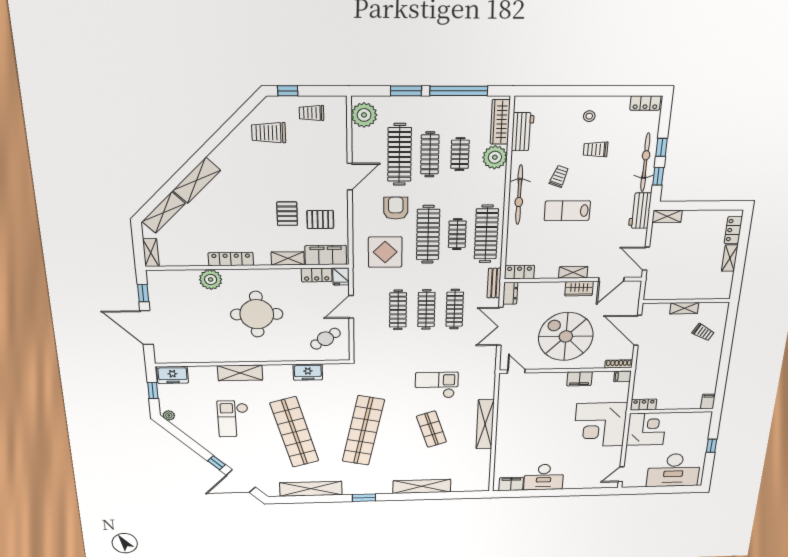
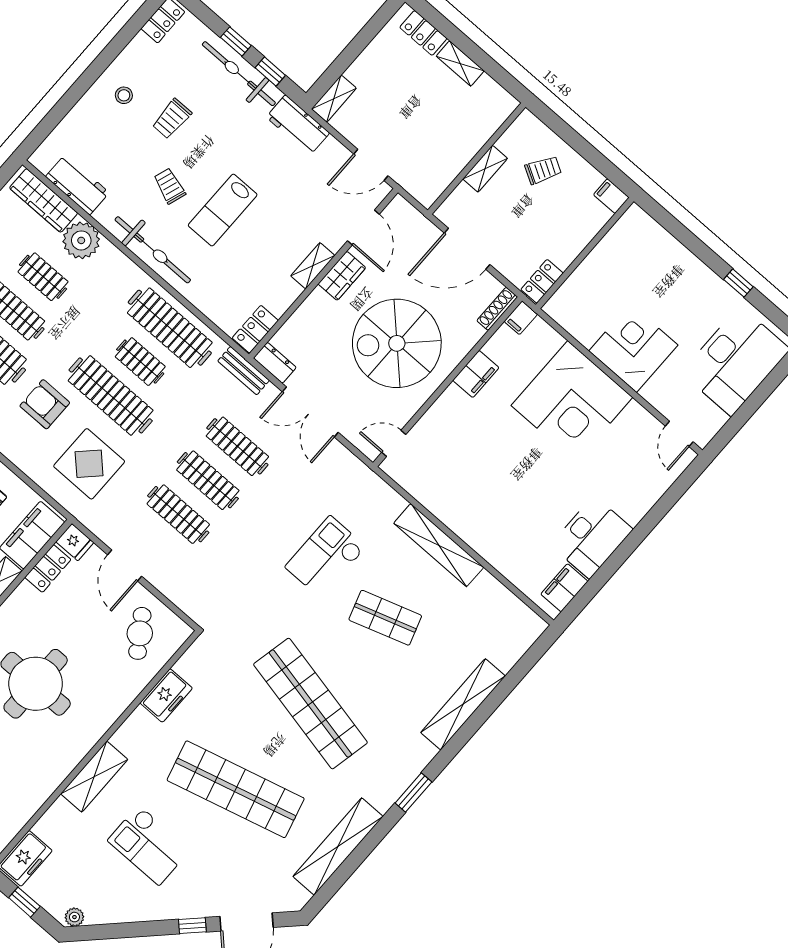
filing cabinet: (708, 401) -> (611, 196), moved
locker: (644, 405) -> (542, 281), moved
wall: (672, 411) -> (585, 253), moved

